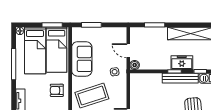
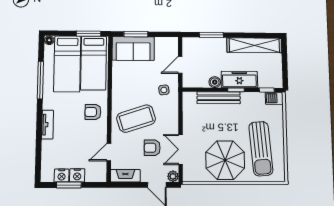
door: (128, 51) -> (180, 65), hinge flipped
sofa: (82, 59) -> (133, 49), moved, turned 90
freezer: (182, 63) -> (239, 80), width x1.40
boiler: (135, 65) -> (215, 82), moved
bench: (180, 78) -> (219, 98), moved

